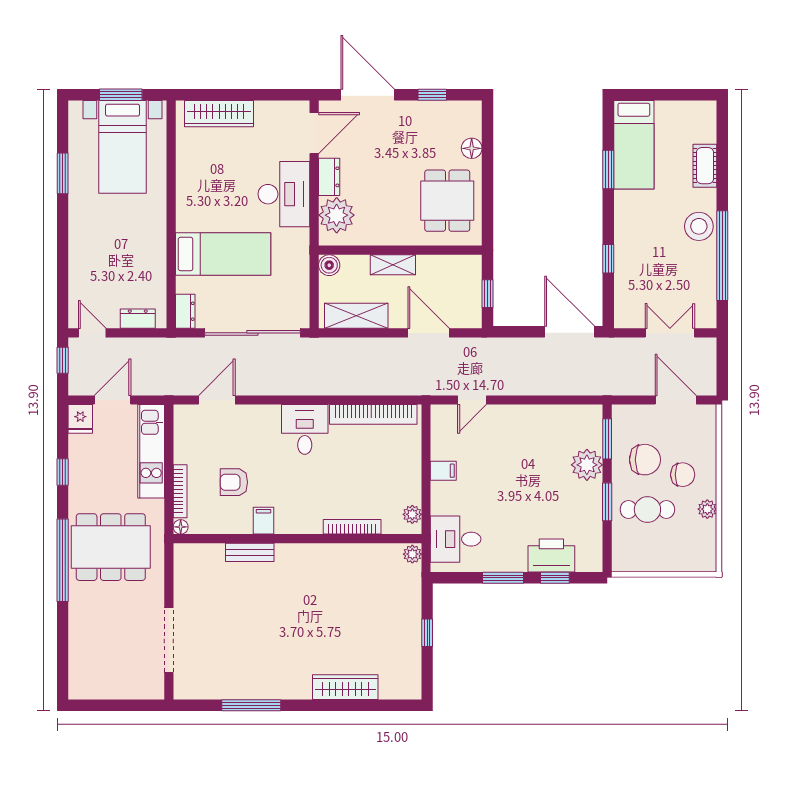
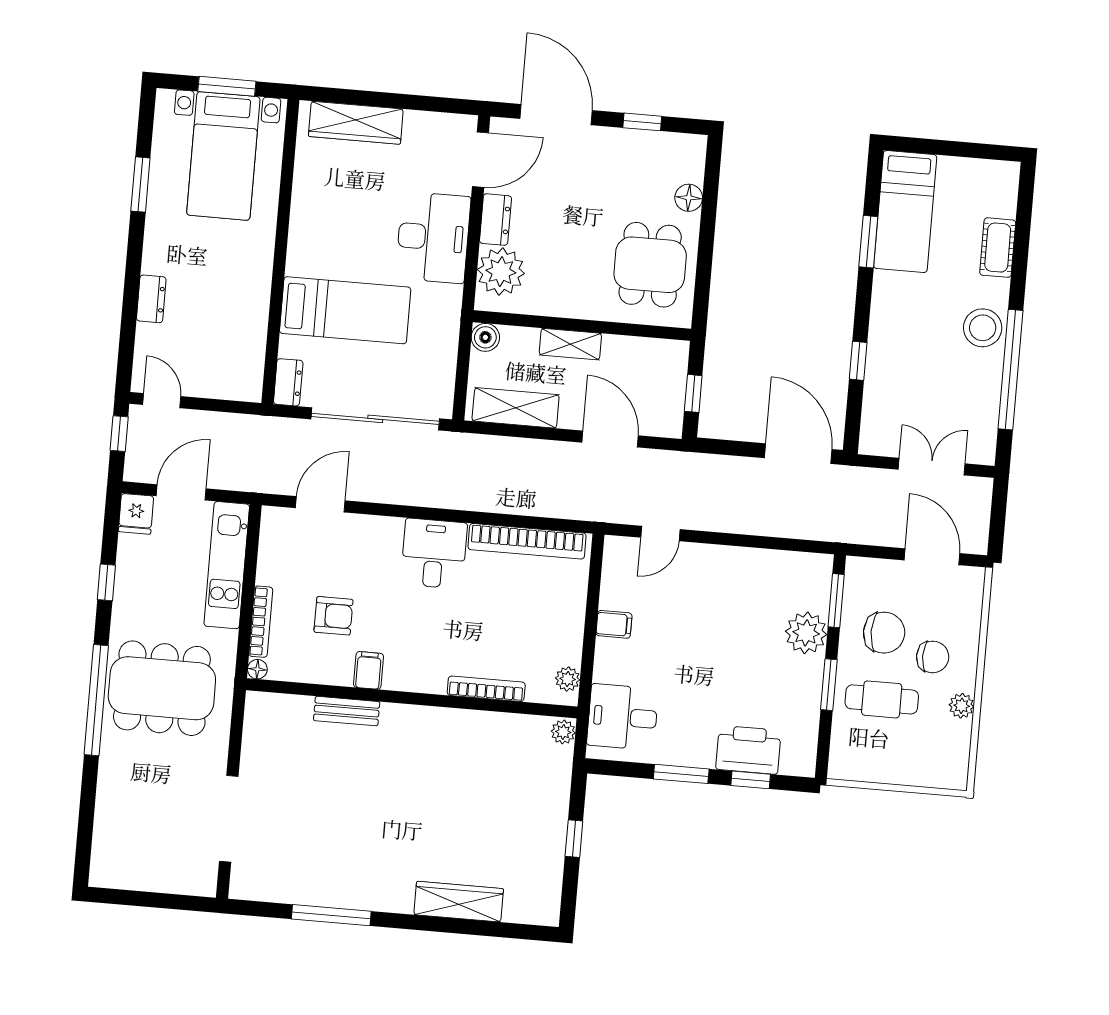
dresser: (138, 319) -> (151, 299), moved, turned 90
armchair: (234, 482) -> (333, 616), turned 180

